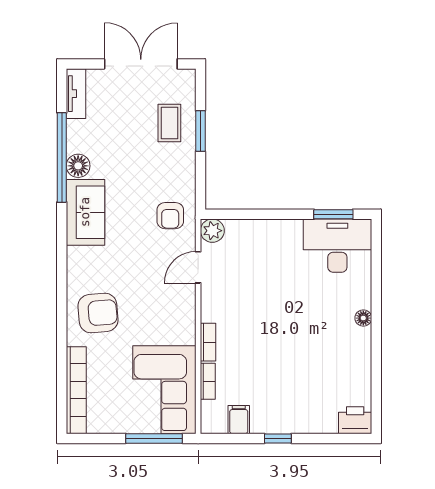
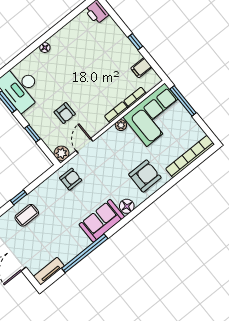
window: (200, 131) -> (19, 197), width x0.67
floor lamp: (78, 166) -> (127, 206), moved
window: (267, 214) -> (33, 134), added
door: (198, 267) -> (84, 146), swing flipped
armchair: (260, 276) -> (65, 113), added
armchair: (98, 313) -> (145, 176), turned 95
plant: (187, 335) -> (121, 125), added

